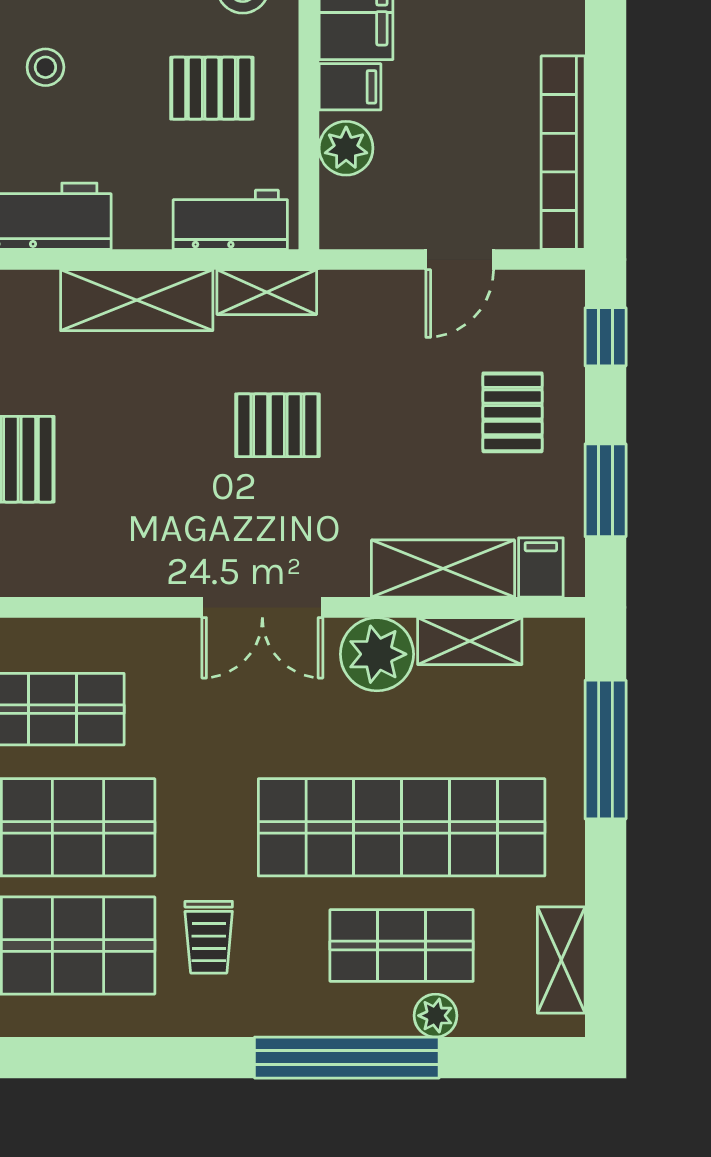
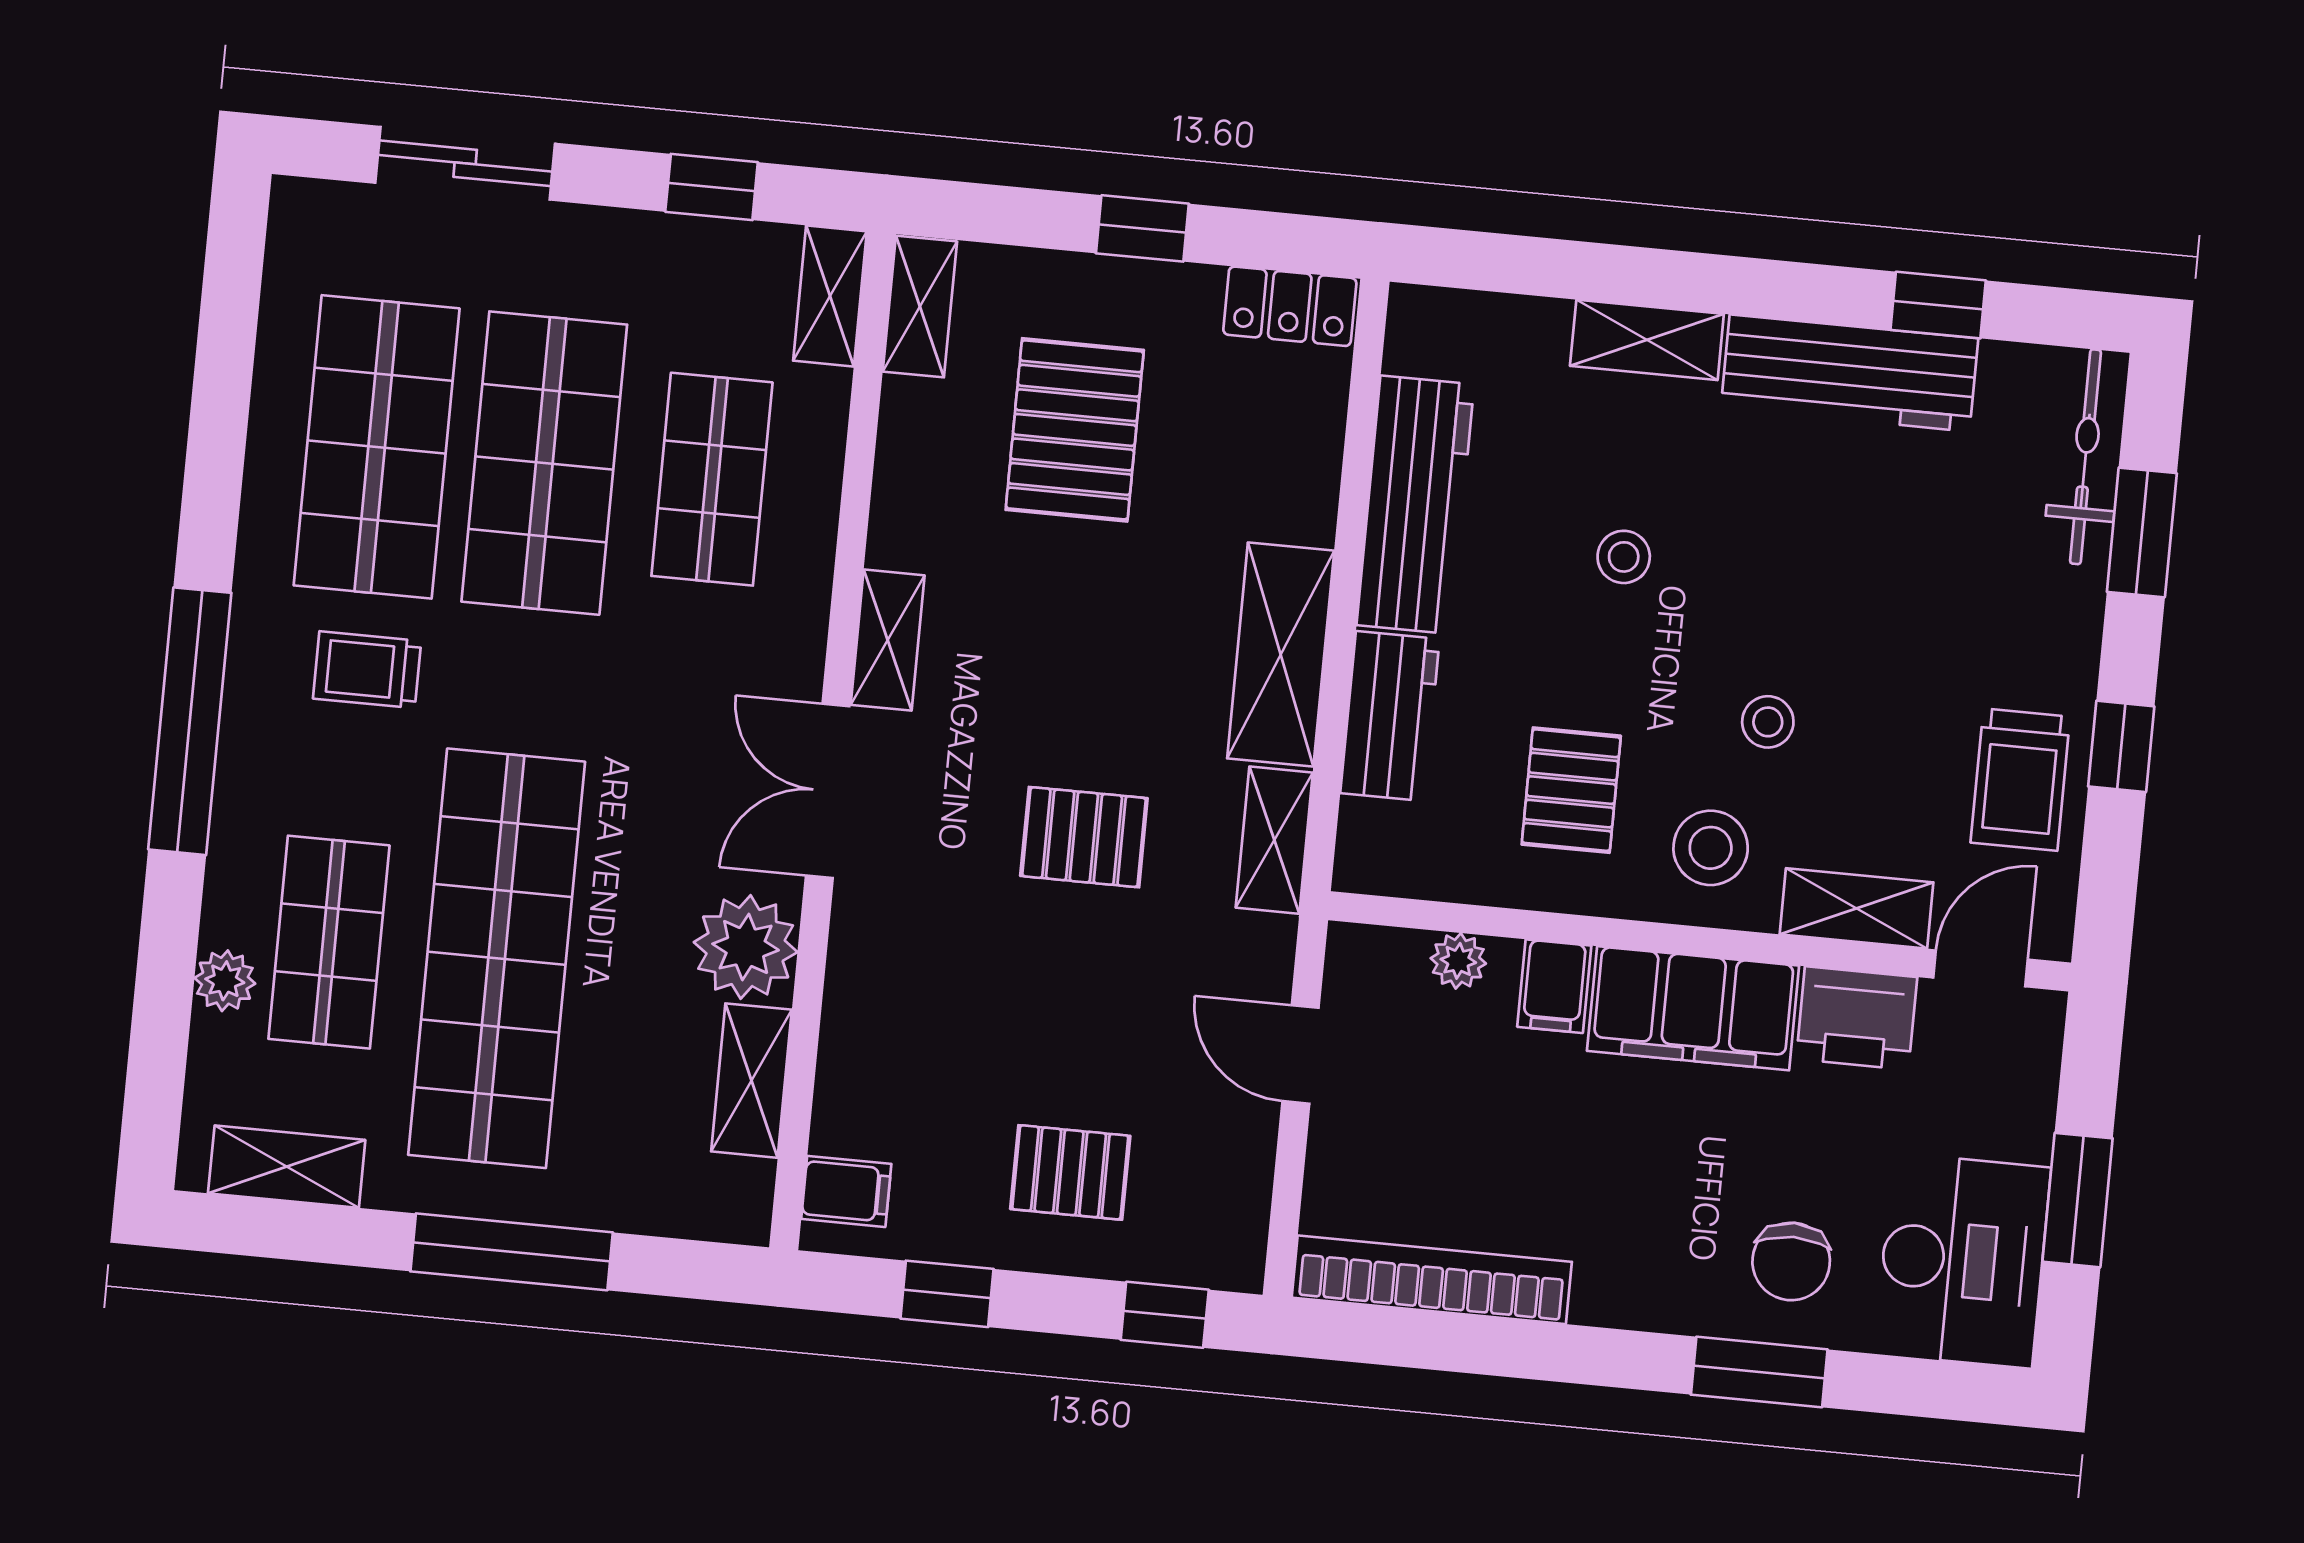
plant: (346, 148) -> (1458, 961), width x0.73, depth x0.73
workbench: (230, 220) -> (1390, 716), moved
door: (460, 260) -> (1300, 1054), moved
pallet: (277, 425) -> (1084, 837), turned 90
window: (606, 490) -> (947, 1294), width x0.67
shelving: (443, 569) -> (888, 640), moved, width x0.67, depth x0.75
window: (606, 750) -> (512, 1252), moved
window: (347, 1058) -> (190, 721), moved

